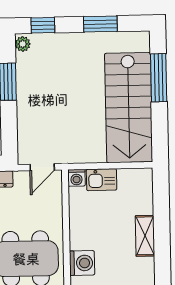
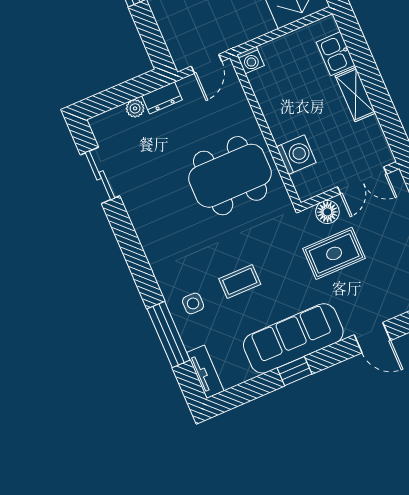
kitchen sink: (102, 180) -> (336, 54), moved, turned 90

